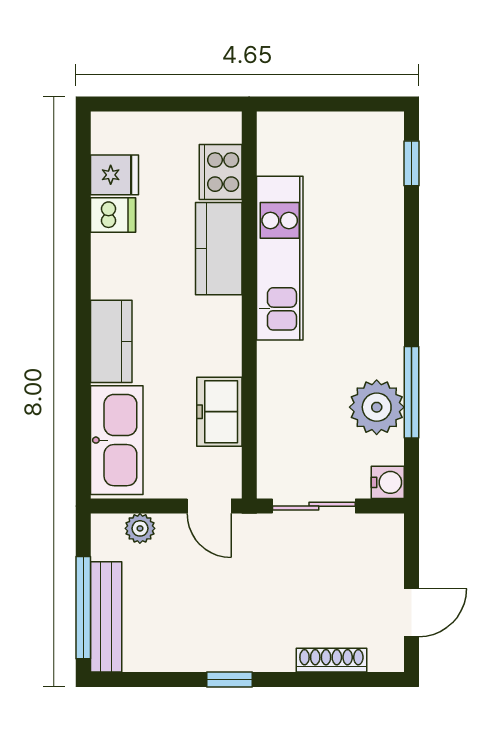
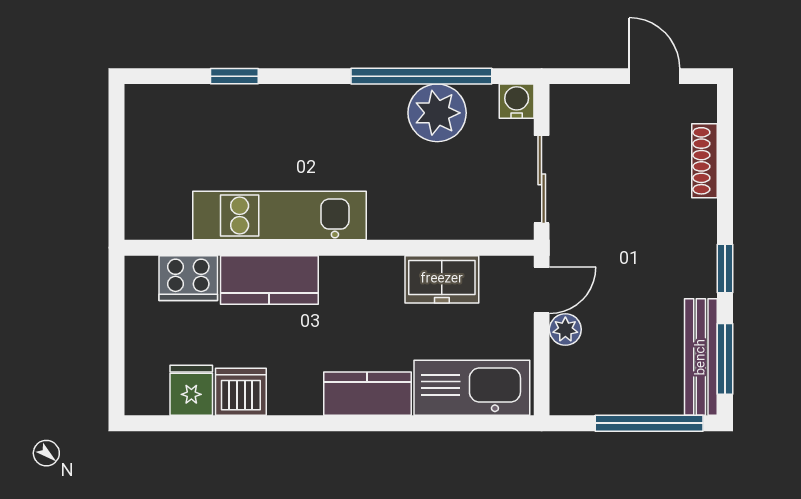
window: (411, 163) -> (234, 76), moved
dishwasher: (113, 215) -> (241, 392), width x1.38
window: (411, 392) -> (421, 76), width x1.46
plant: (140, 528) -> (565, 329), moved
bench: (106, 617) -> (701, 357), moved, turned 90
window: (144, 679) -> (725, 359), added

